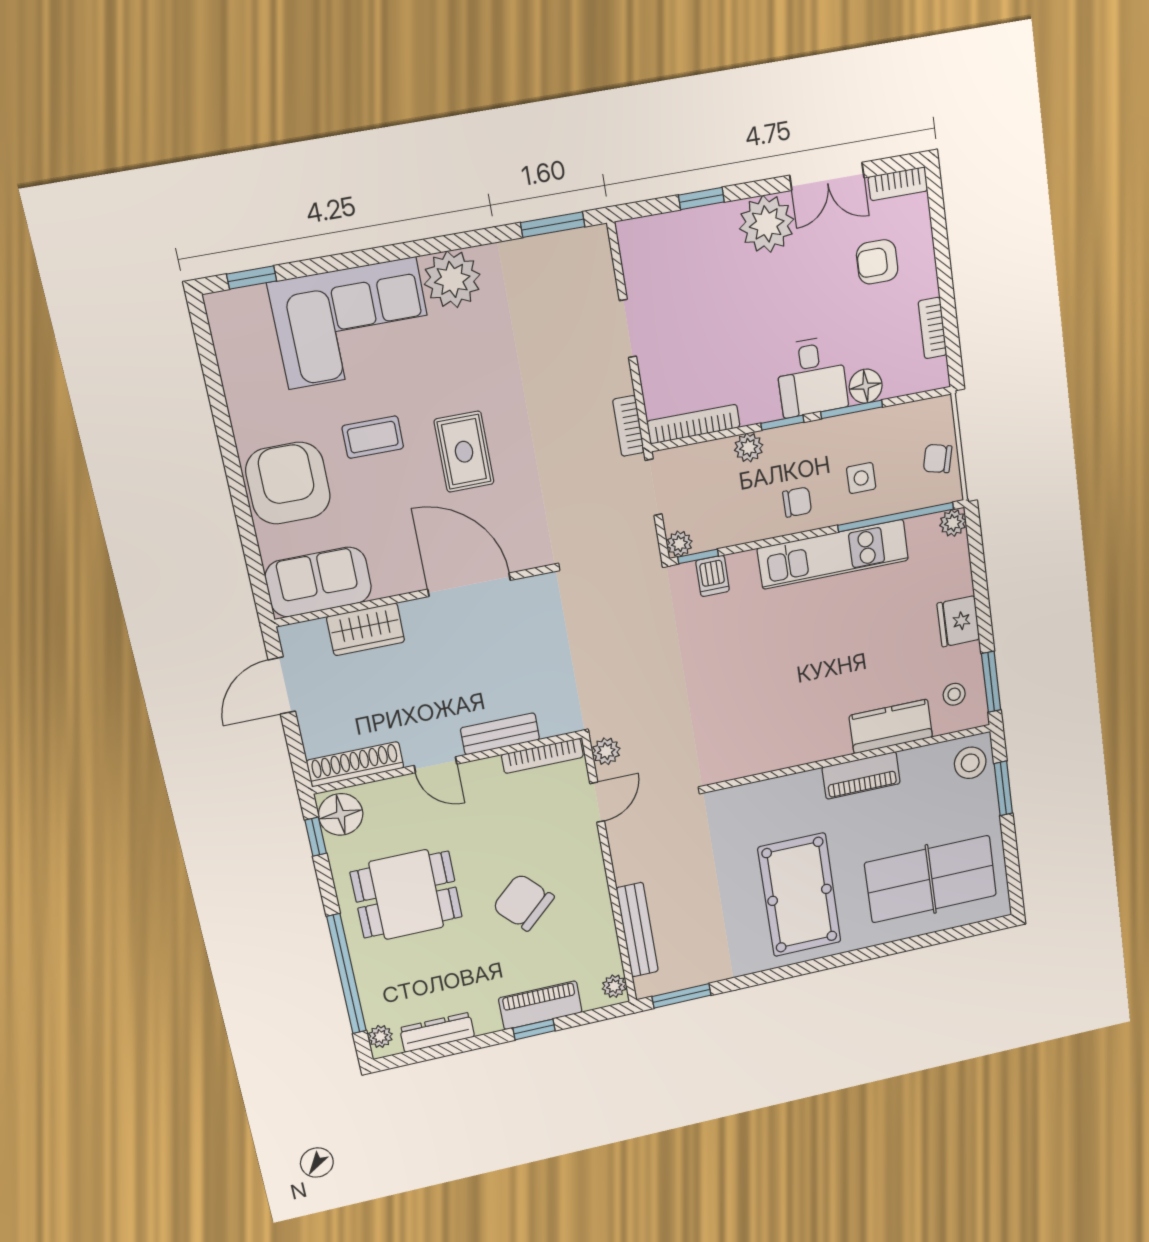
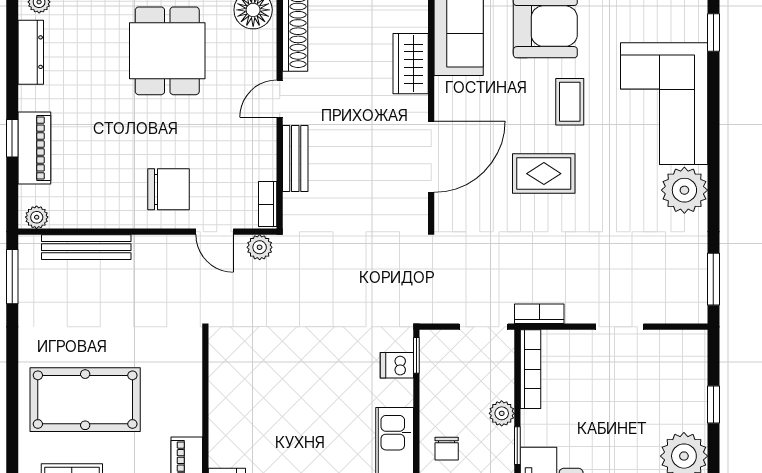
plant: (679, 544) -> (431, 341), removed
bookcase: (542, 756) -> (268, 204), width x0.64
chair: (523, 902) -> (168, 189), moved, turned 43

